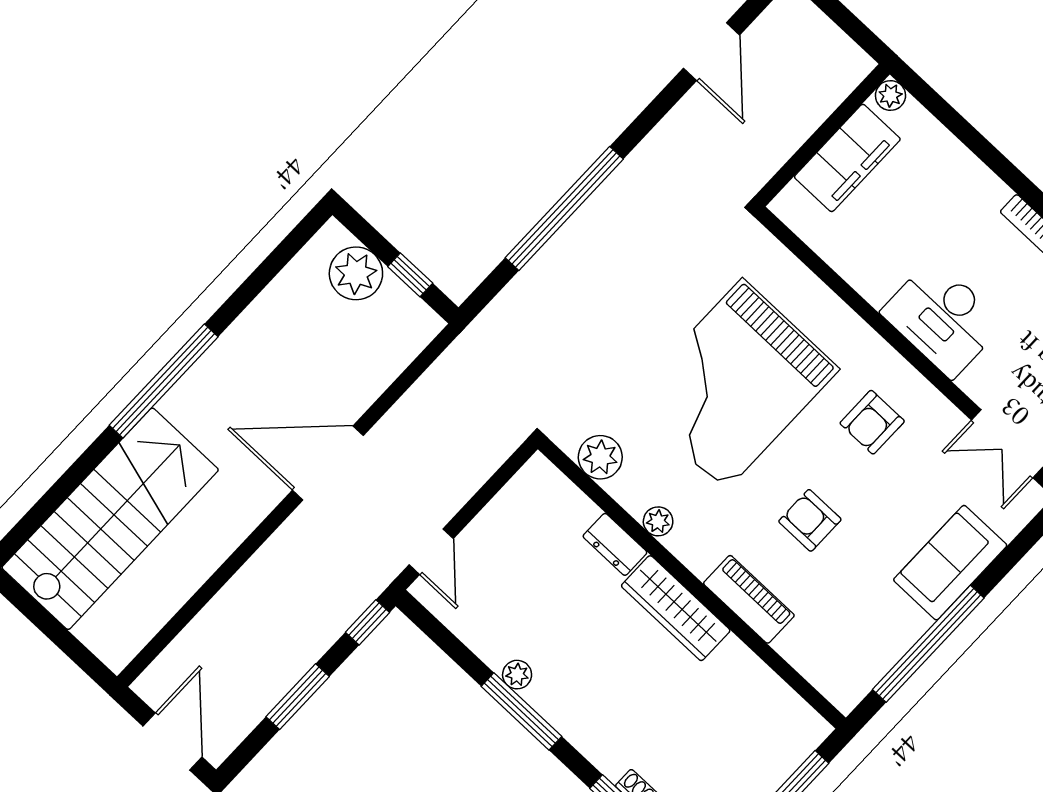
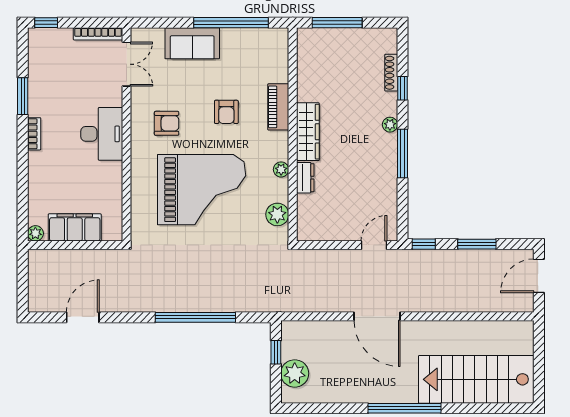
plant: (517, 675) -> (390, 125), moved

